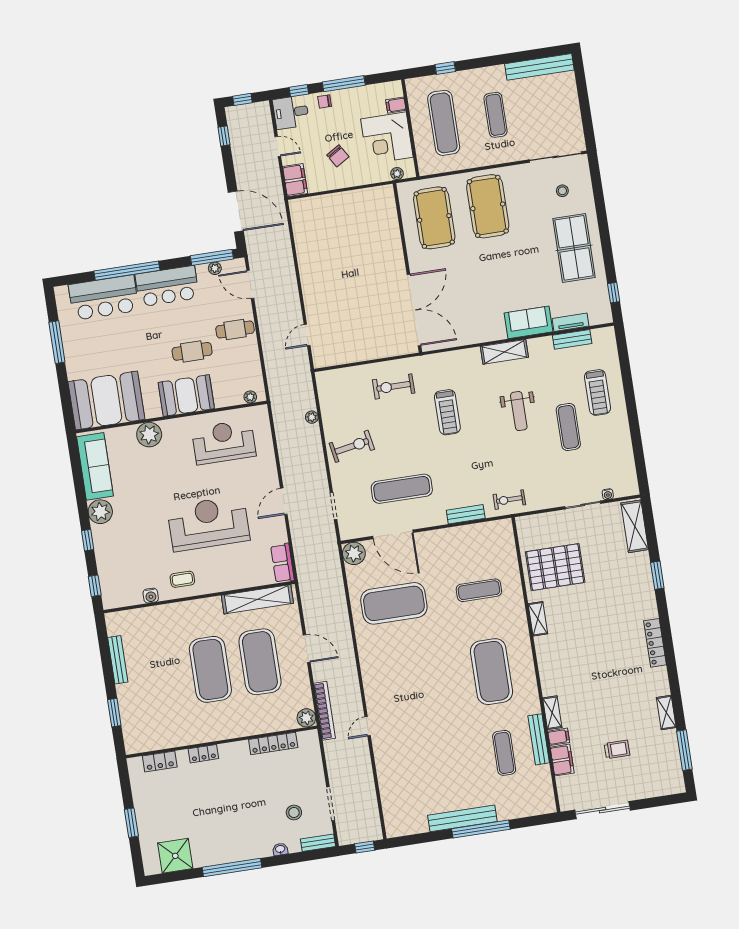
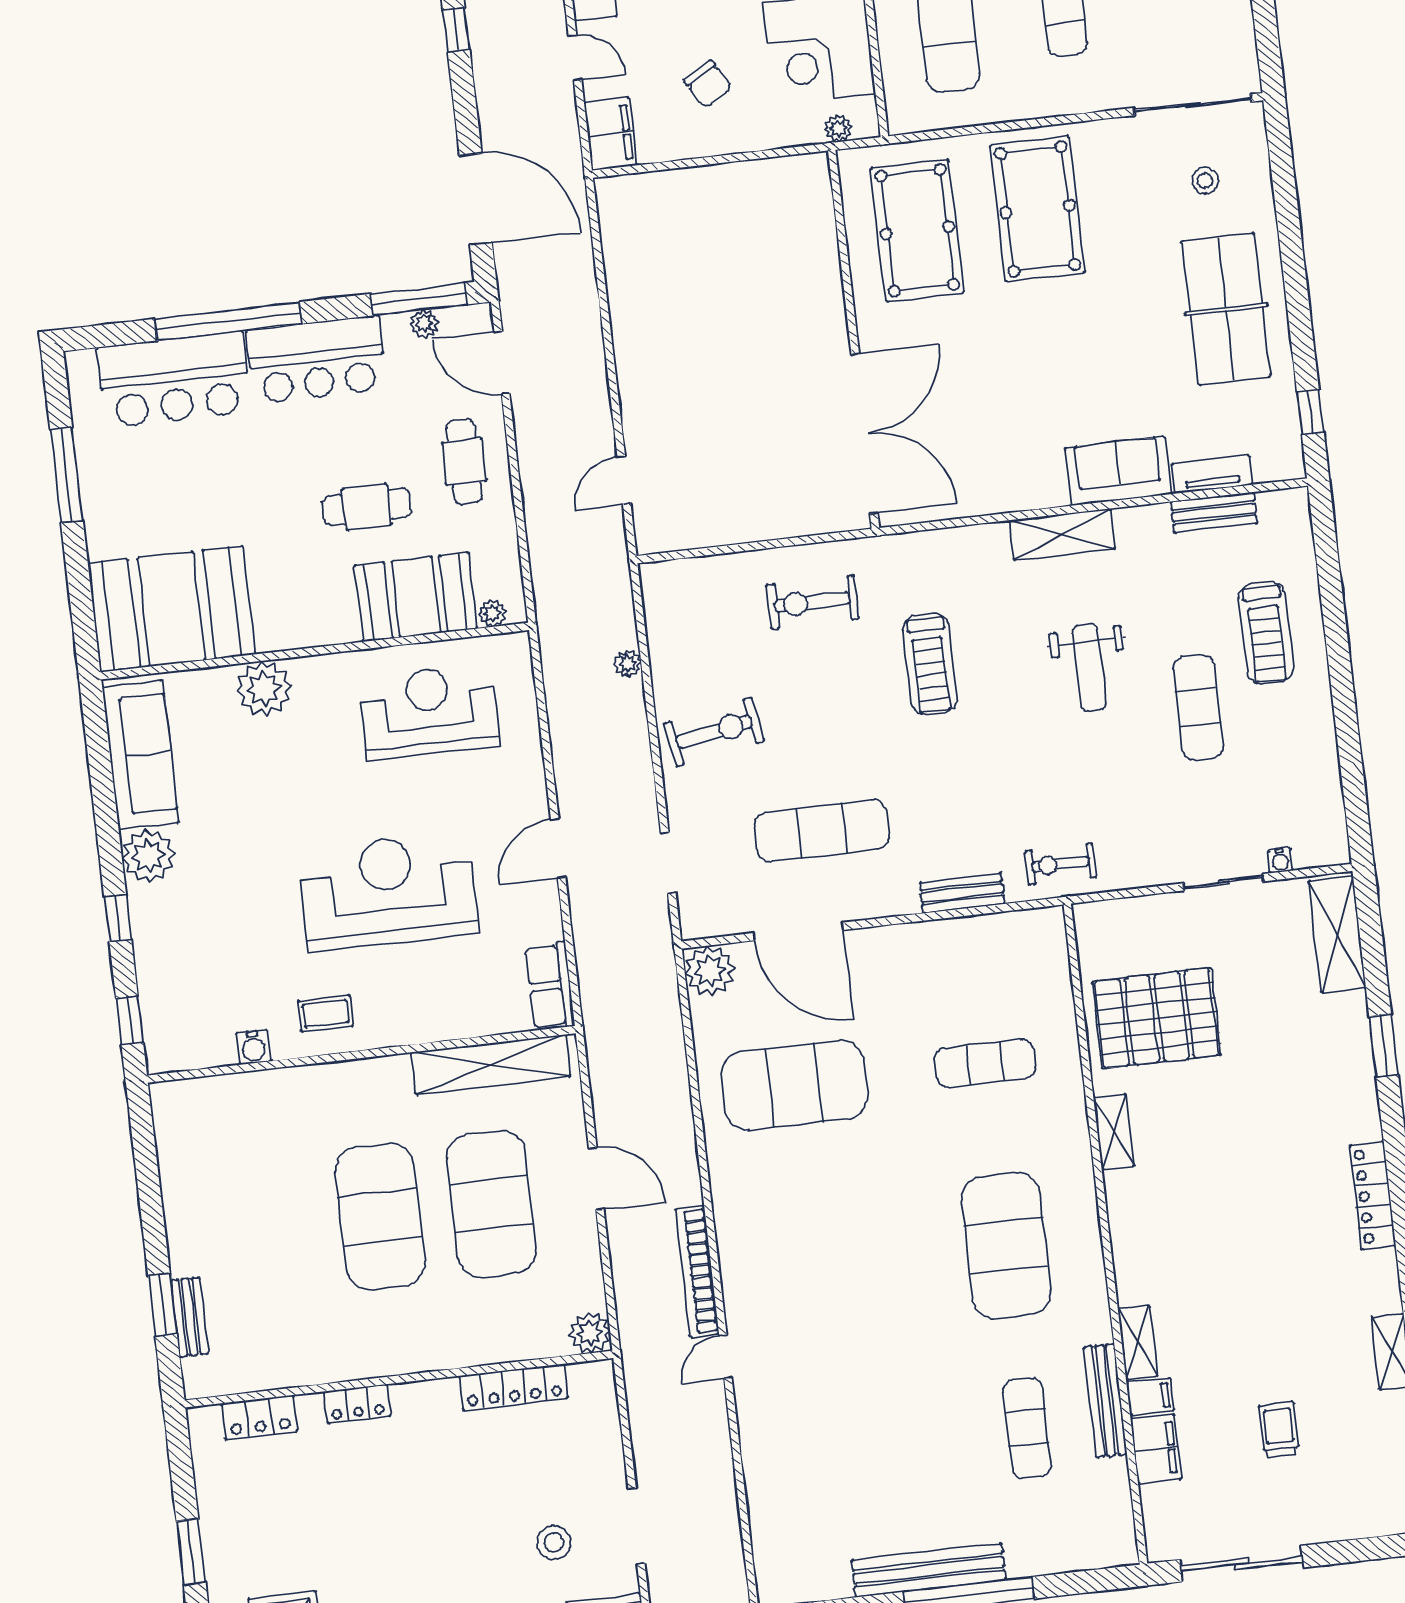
cafe table: (235, 329) -> (464, 462), turned 90
booth: (186, 396) -> (416, 597), moved
bench: (118, 660) -> (190, 1317), moved, width x0.73
bookcase: (325, 711) -> (697, 1271), moved, turned 180
trolley: (617, 749) -> (1279, 1430), turned -90

